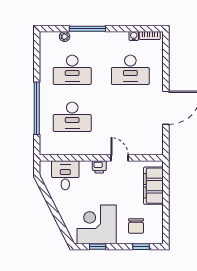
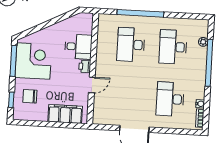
window: (87, 29) -> (209, 63), width x1.46
desk: (65, 175) -> (78, 47), moved
window: (98, 247) -> (13, 61), width x2.17

